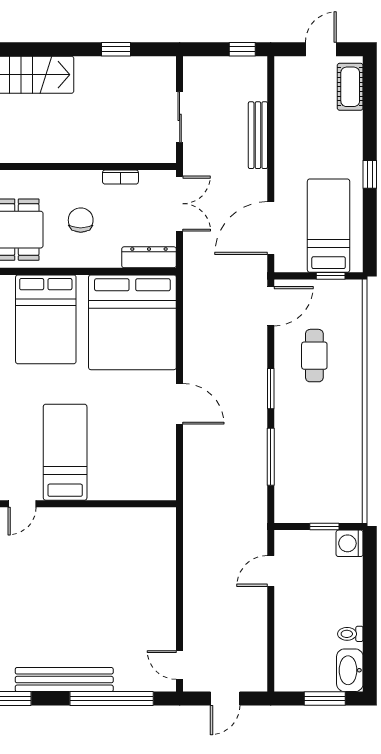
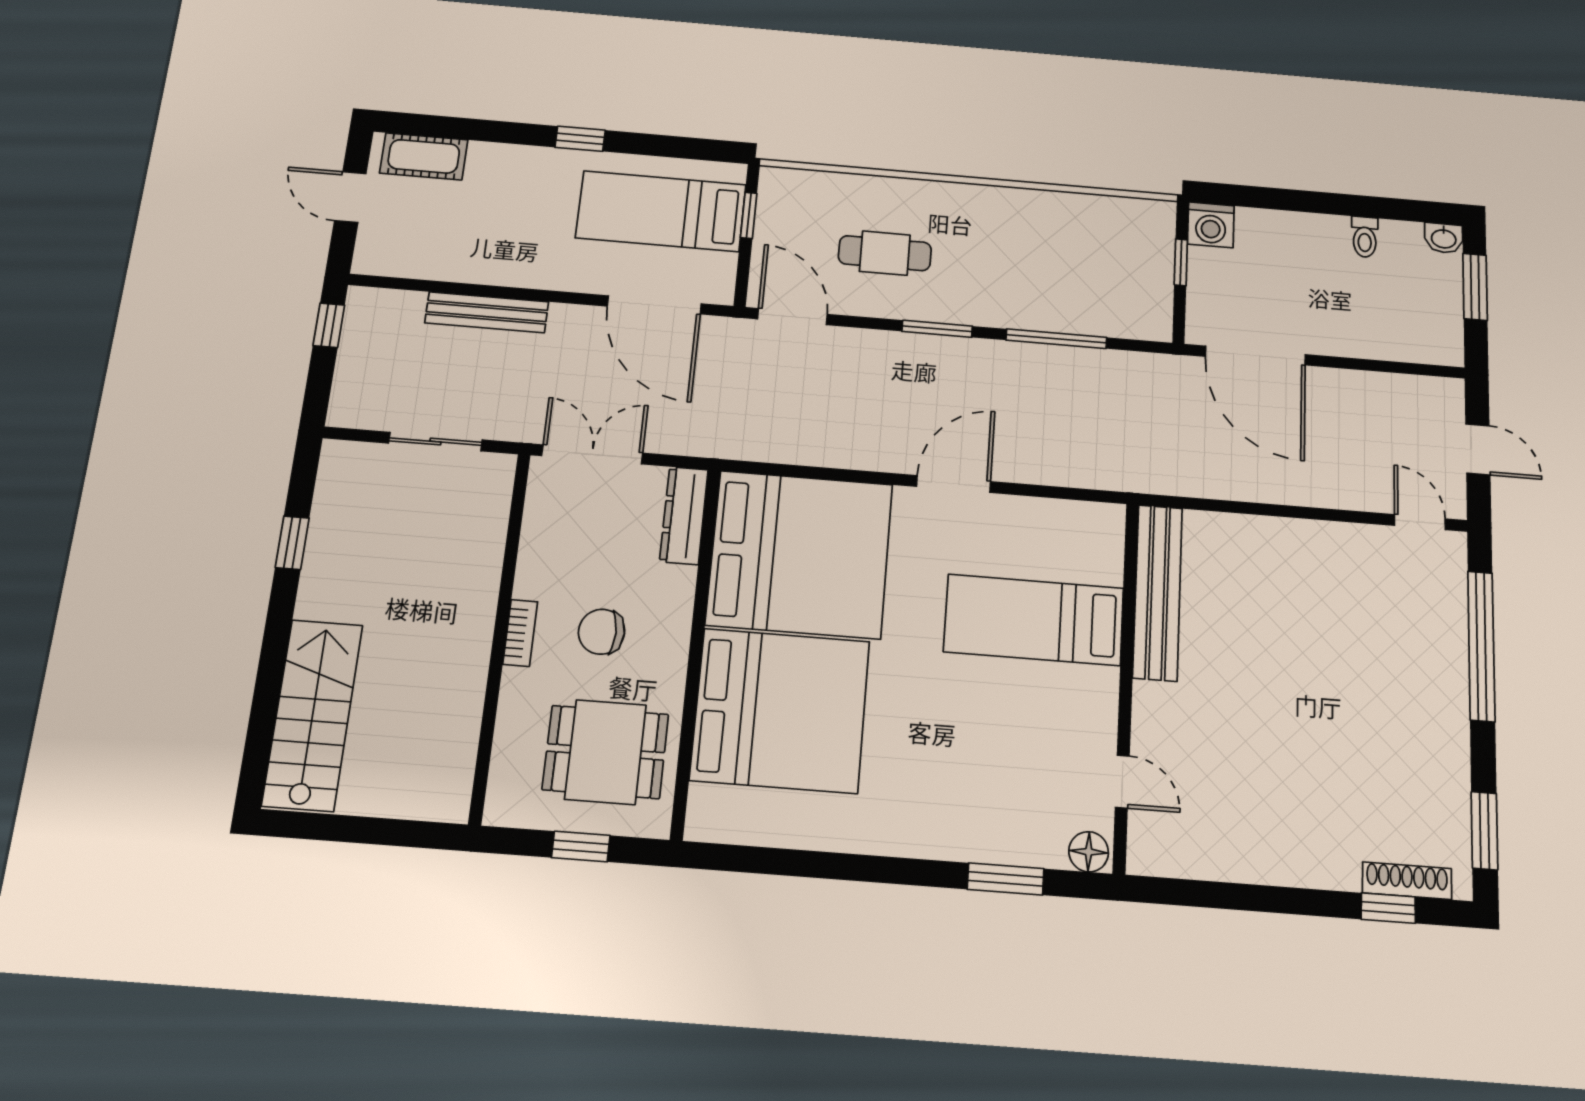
bookcase: (120, 177) -> (520, 633), moved
bed: (46, 319) -> (780, 710), width x1.36
bed: (65, 452) -> (1034, 620), moved
door: (271, 571) -> (1255, 355), width x1.87
door: (180, 665) -> (1420, 522), swing flipped
washbasin: (350, 670) -> (1444, 238), width x0.52, depth x0.69
bench: (64, 680) -> (1158, 592), moved

